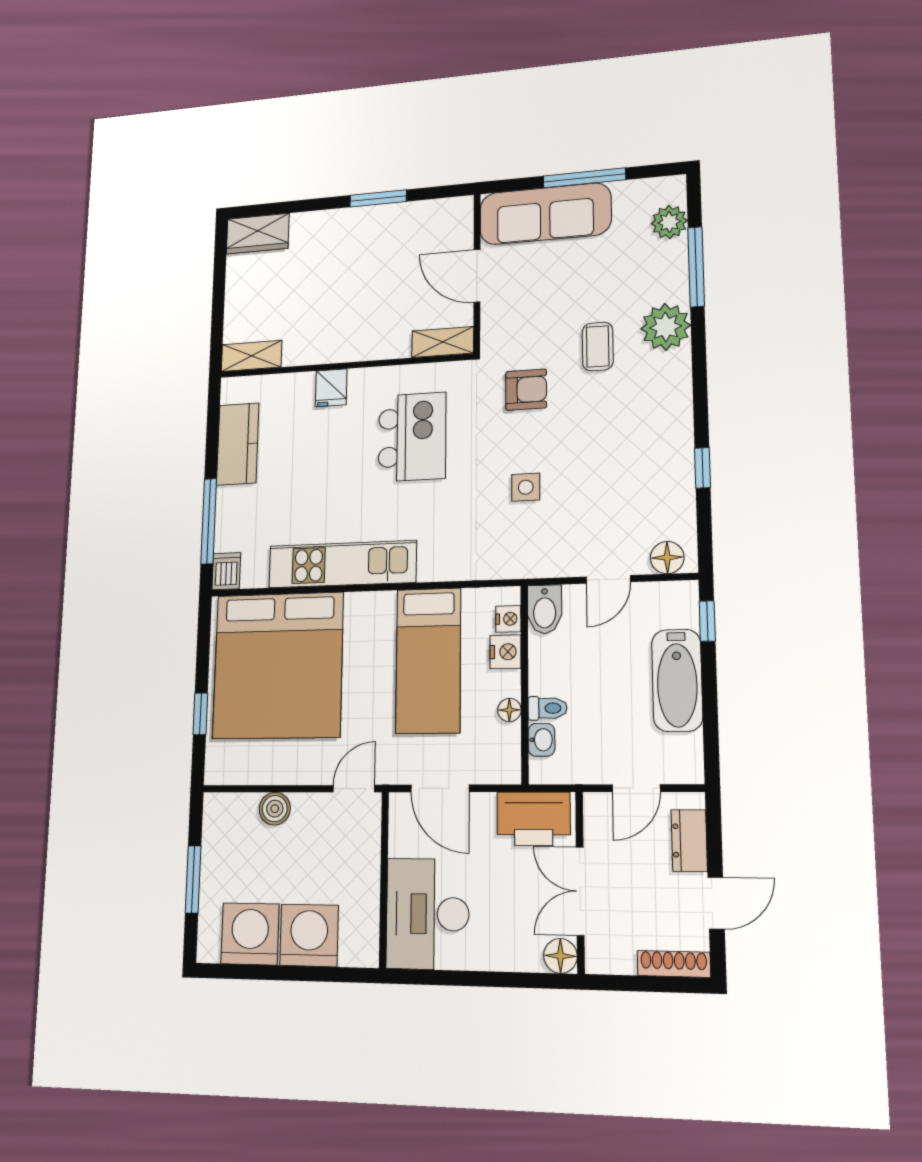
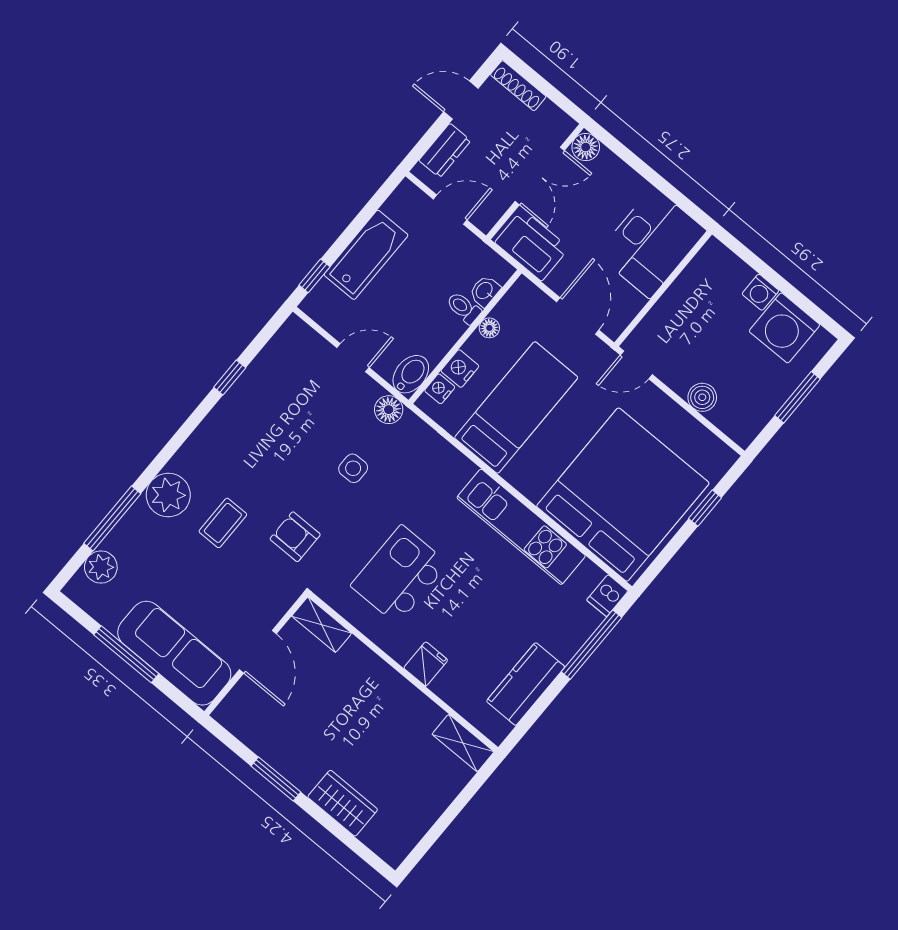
wardrobe: (258, 234) -> (343, 803), moved
floor lamp: (667, 558) -> (389, 410), moved
washing machine: (309, 935) -> (760, 292), width x0.53, depth x0.53

